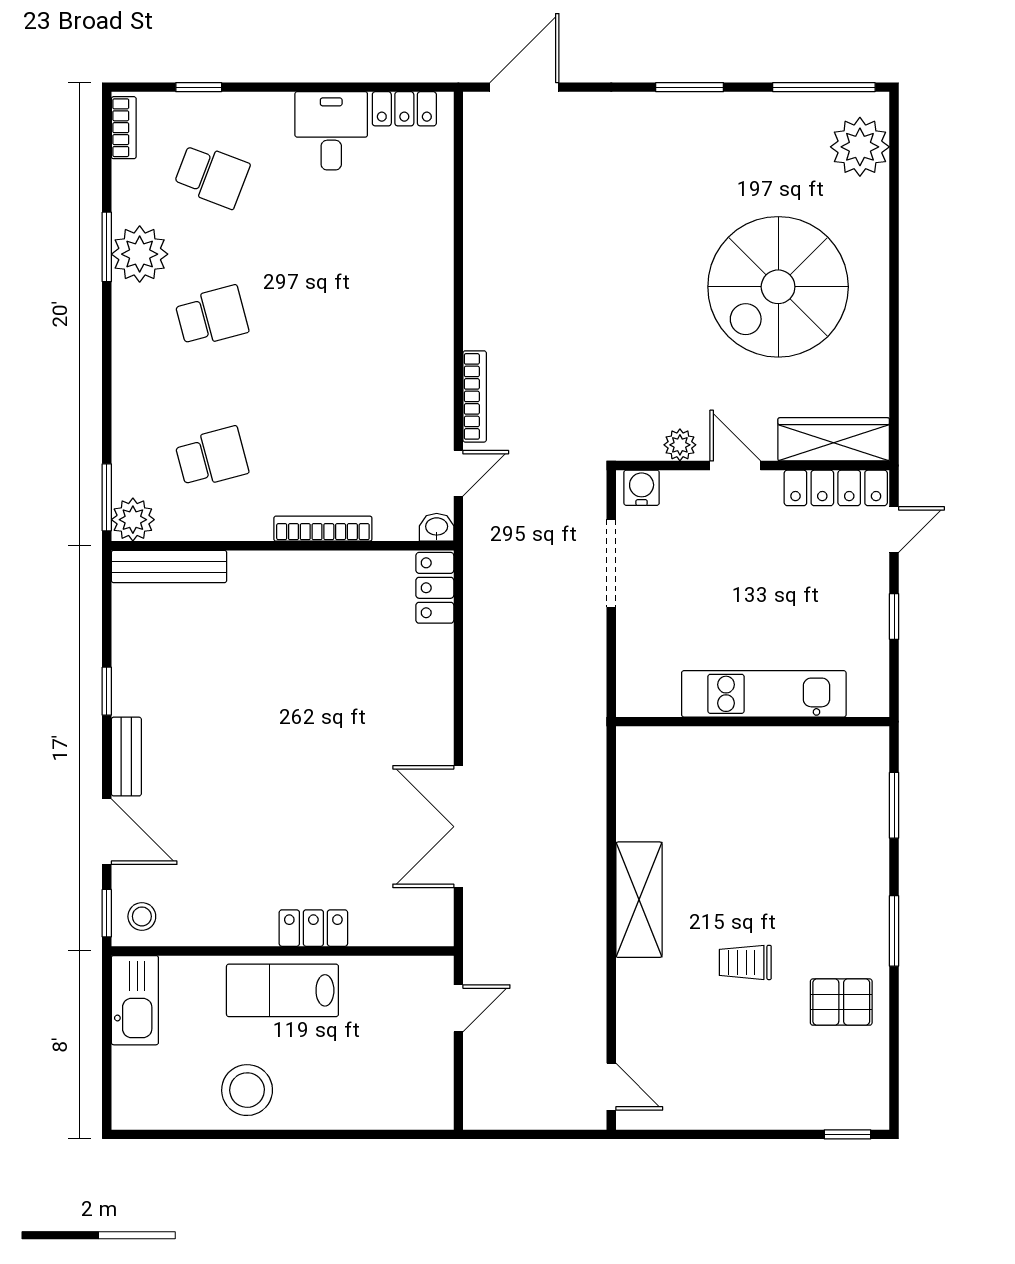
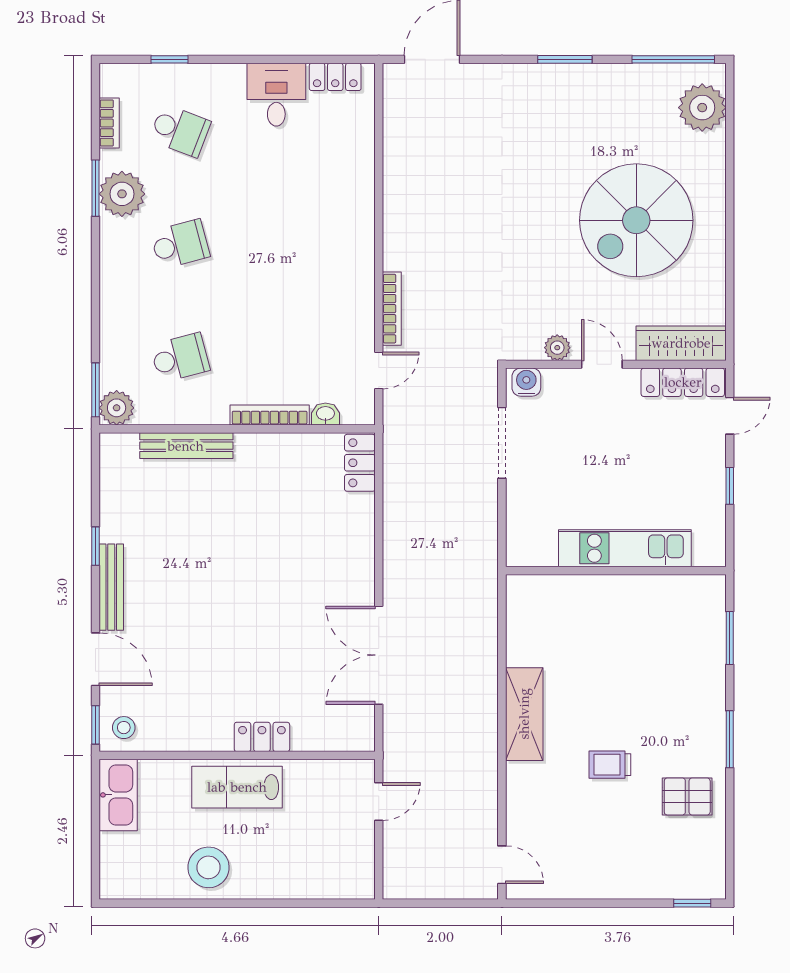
bookcase: (124, 128) -> (109, 123), moved
washbasin: (437, 527) -> (325, 414), moved
bench: (169, 567) -> (186, 446), moved
bench: (126, 757) -> (111, 587), width x1.36

